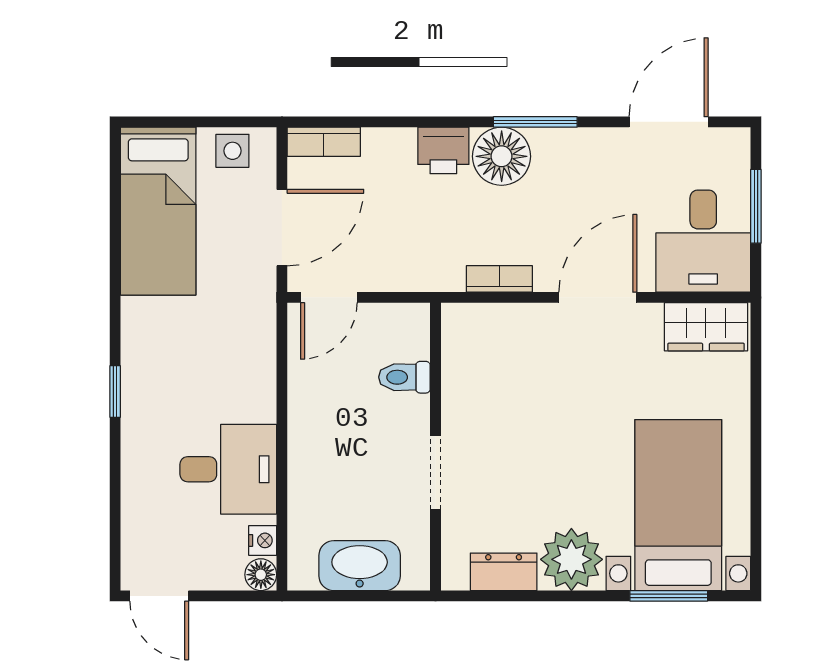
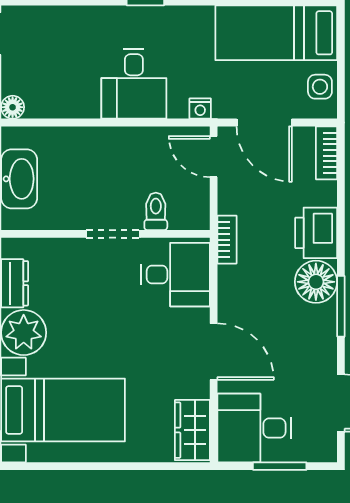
printer: (443, 150) -> (316, 233), width x1.36, depth x1.24
bookcase: (499, 279) -> (227, 240), moved
desk: (492, 350) -> (175, 275), added
desk: (228, 469) -> (134, 84), moved
doorway: (436, 473) -> (113, 234), moved
nightstand: (263, 540) -> (200, 109), moved

